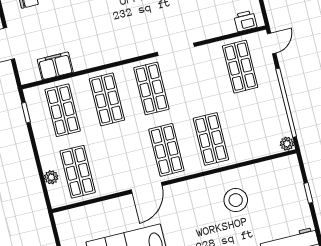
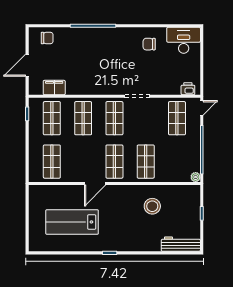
plant: (51, 177) -> (33, 161), removed

